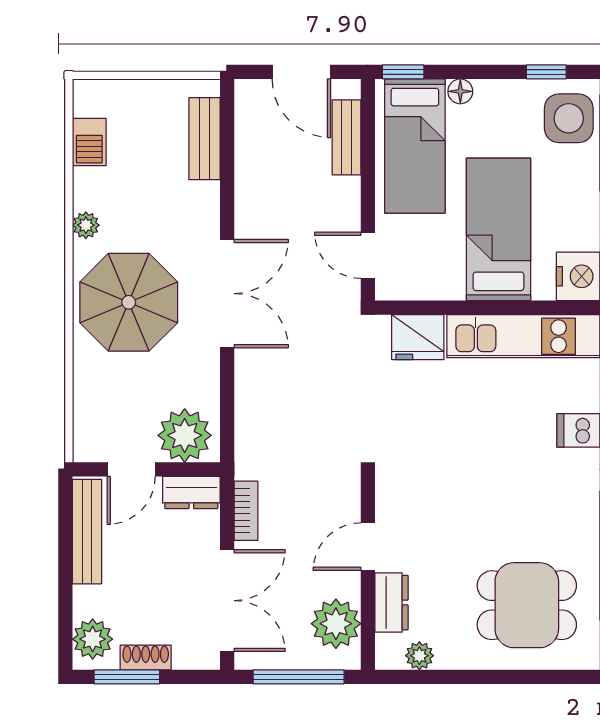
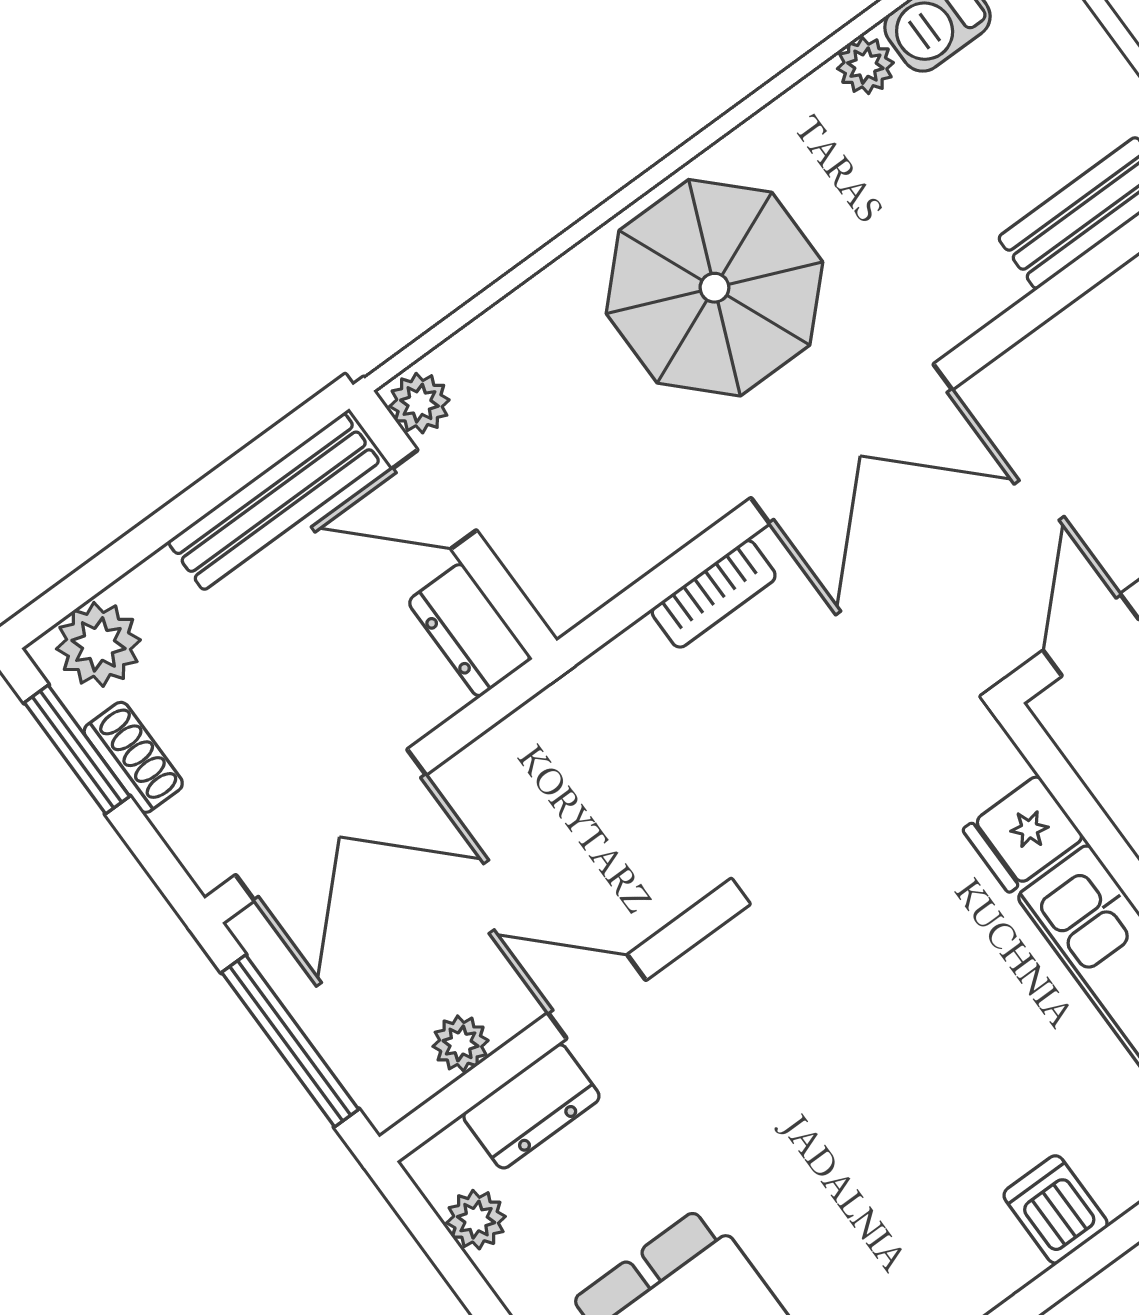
plant: (86, 225) -> (865, 66), moved
fridge: (418, 337) -> (1023, 834), width x0.72
plant: (185, 435) -> (419, 403), moved, width x0.53, depth x0.53
bookcase: (246, 511) -> (714, 594), moved
plant: (336, 624) -> (461, 1043), width x0.53, depth x0.53

